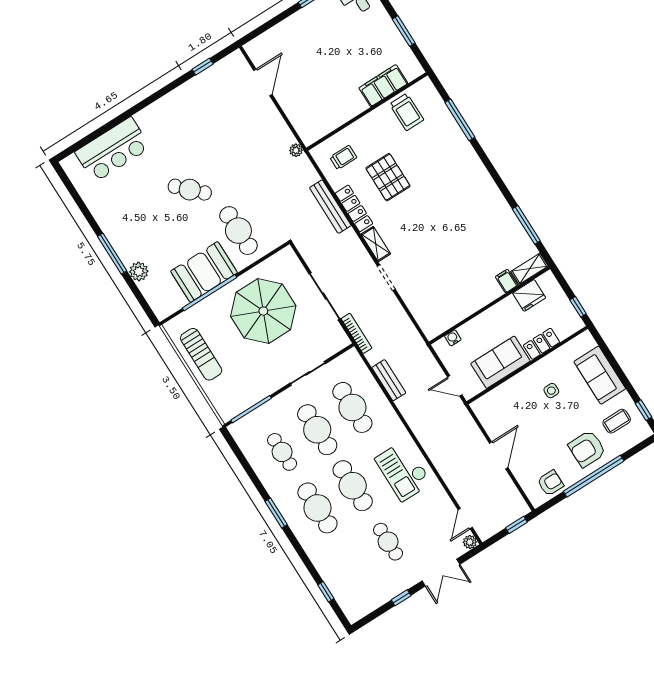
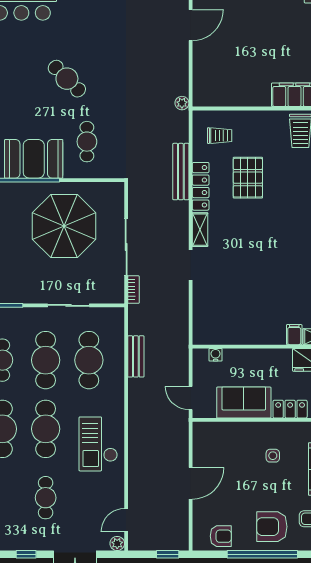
cafe table: (238, 231) -> (87, 142), width x0.73, depth x0.74
bookcase: (357, 333) -> (133, 290), width x0.64

